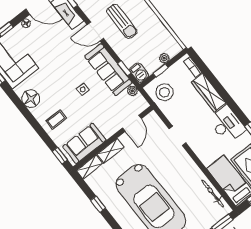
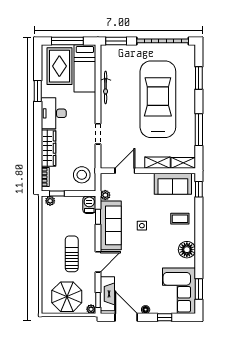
door: (95, 32) -> (98, 262), hinge flipped
plant: (164, 58) -> (50, 201), moved
window: (161, 71) -> (57, 194), moved
bicycle: (213, 193) -> (106, 87), moved
window: (98, 204) -> (199, 130), width x2.17

